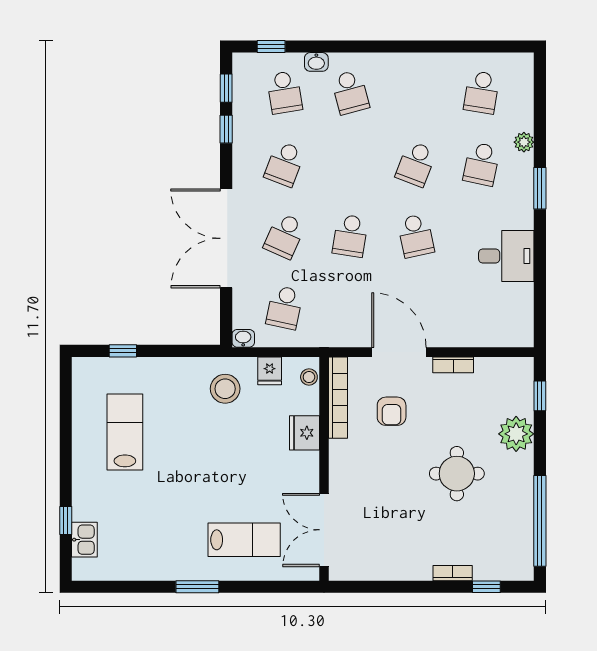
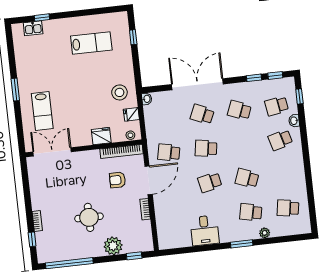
school desk: (285, 307) -> (169, 152), moved

